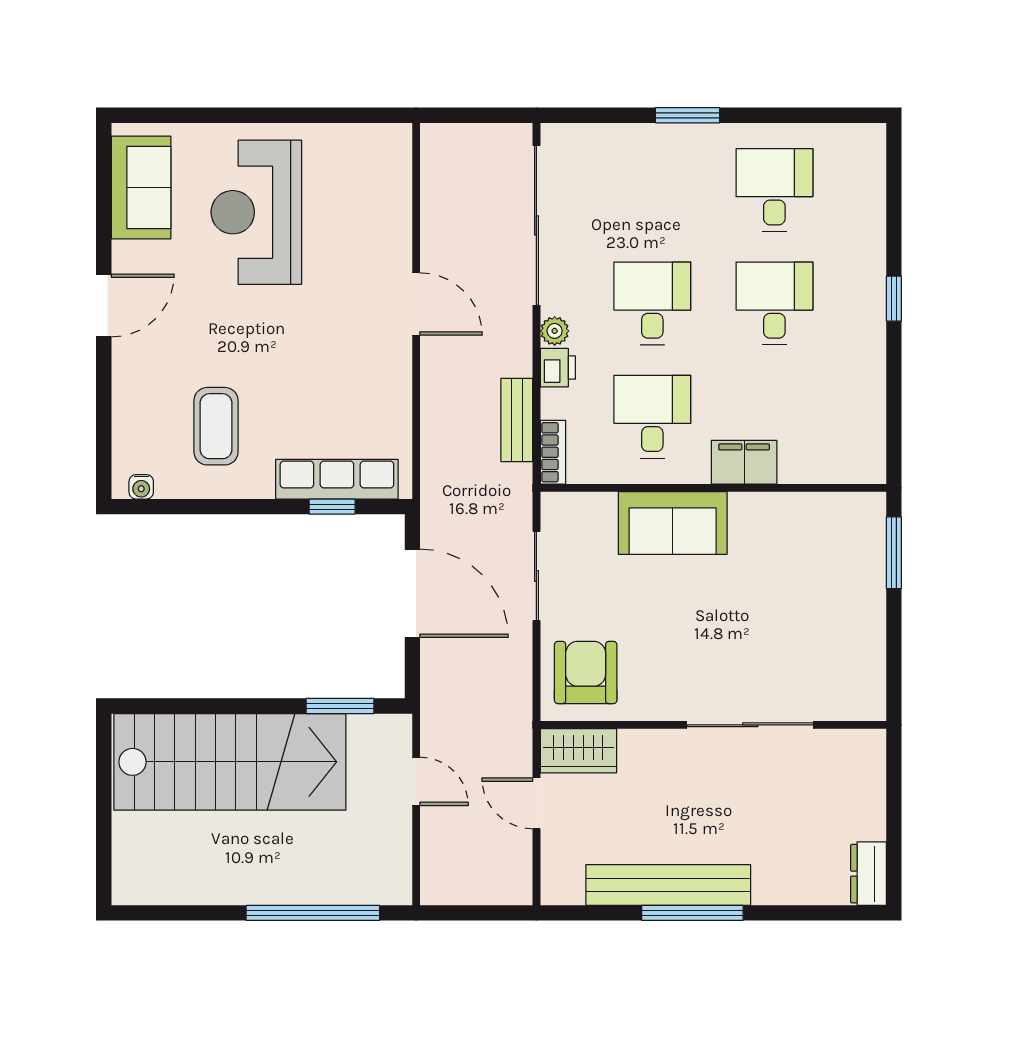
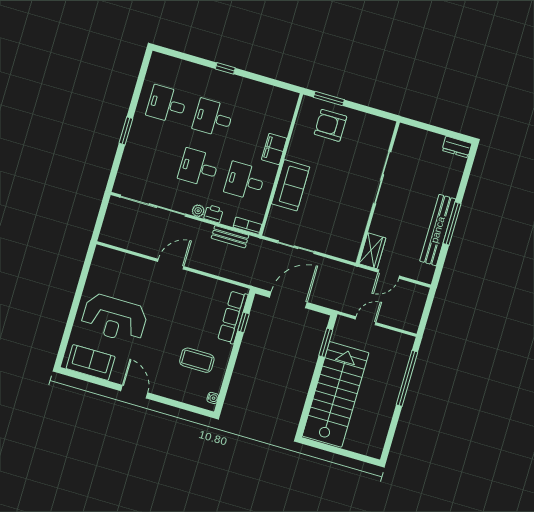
armchair: (586, 672) -> (331, 125), moved

